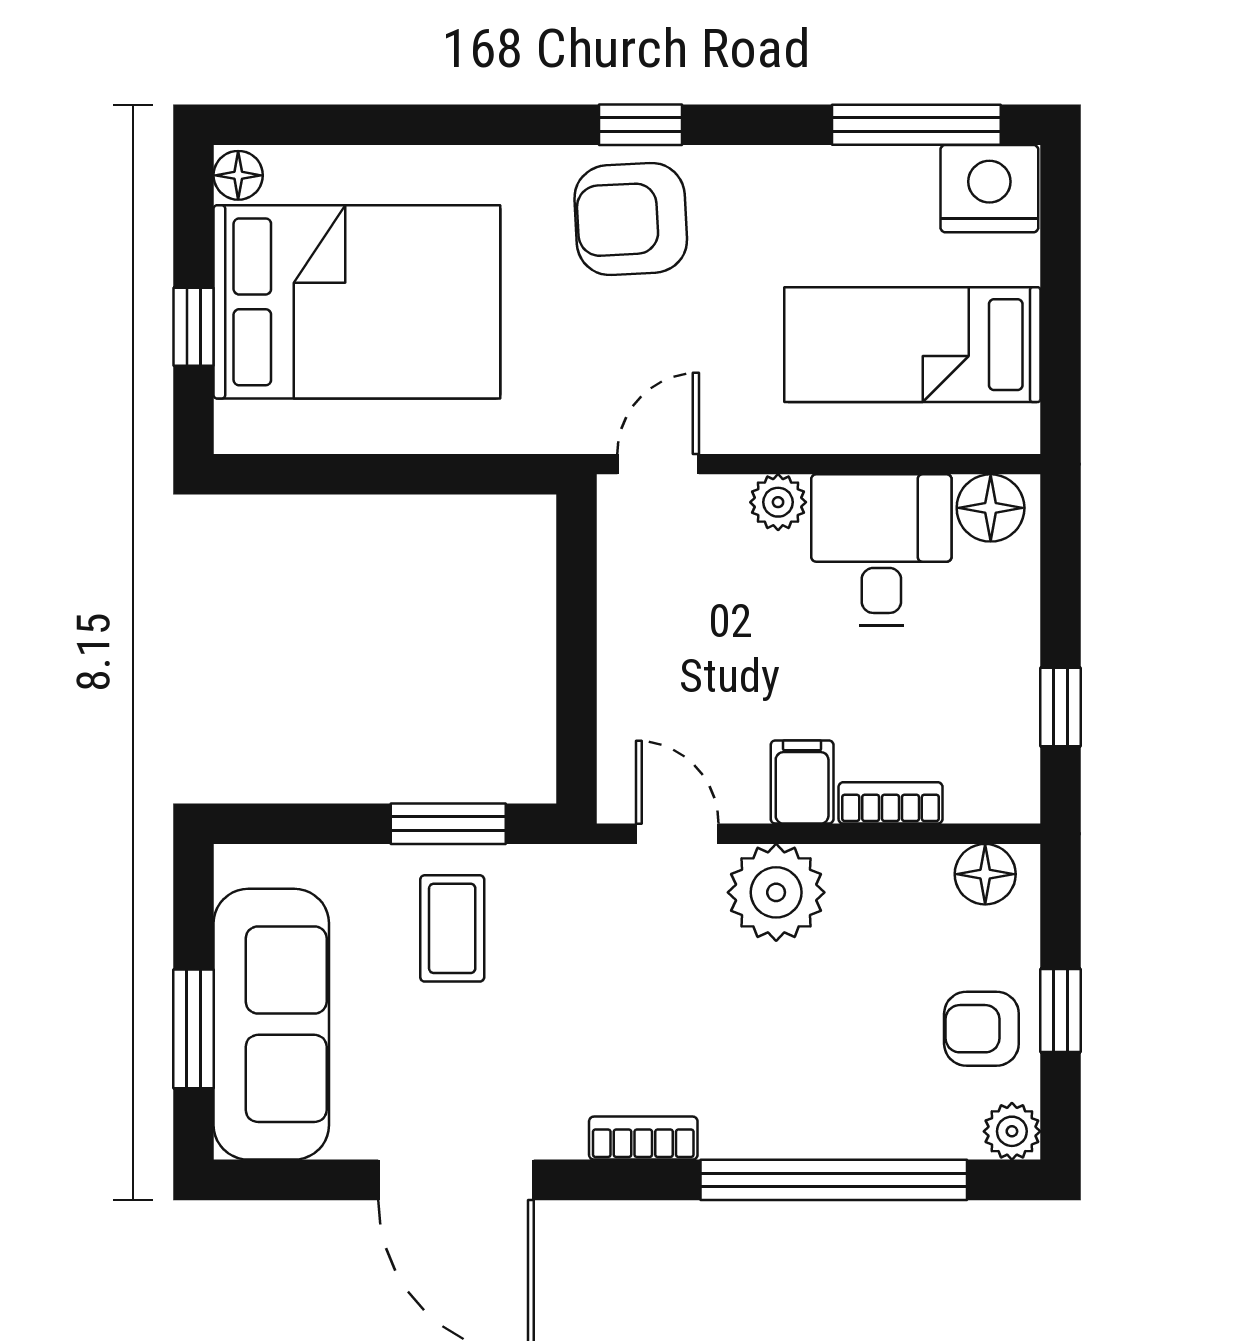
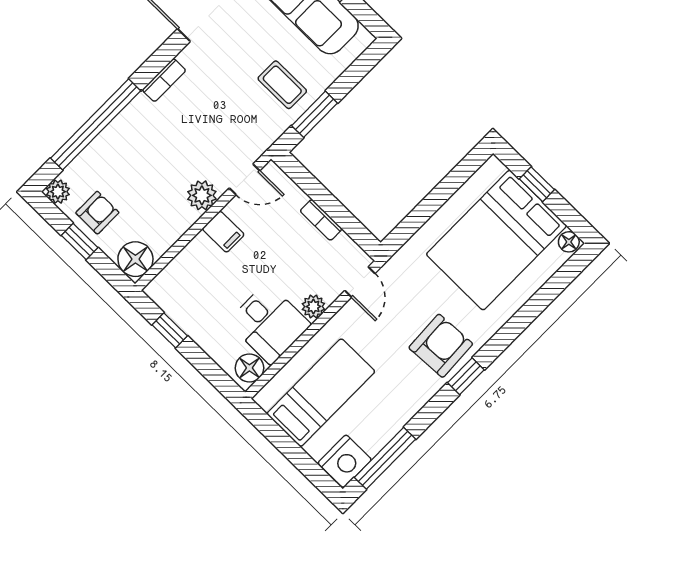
bookcase: (891, 803) -> (321, 220), moved, turned 90
floor lamp: (985, 874) -> (135, 259), width x1.38, depth x1.38
plant: (776, 892) -> (202, 195), width x0.73, depth x0.73

